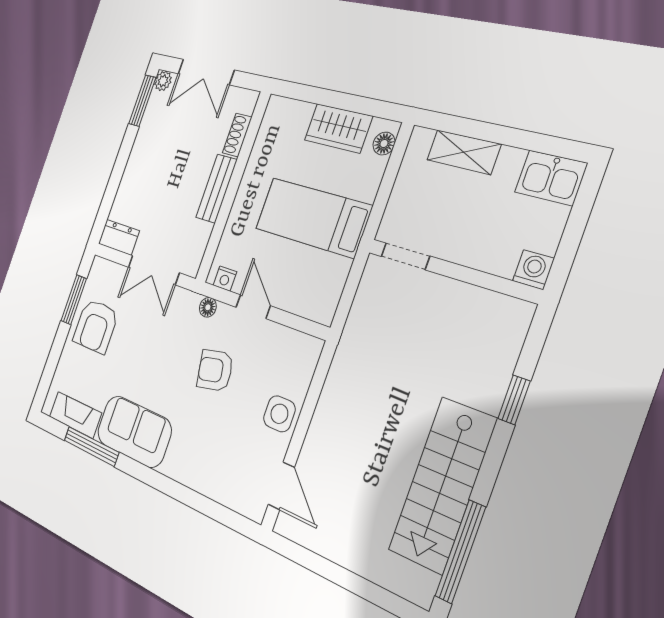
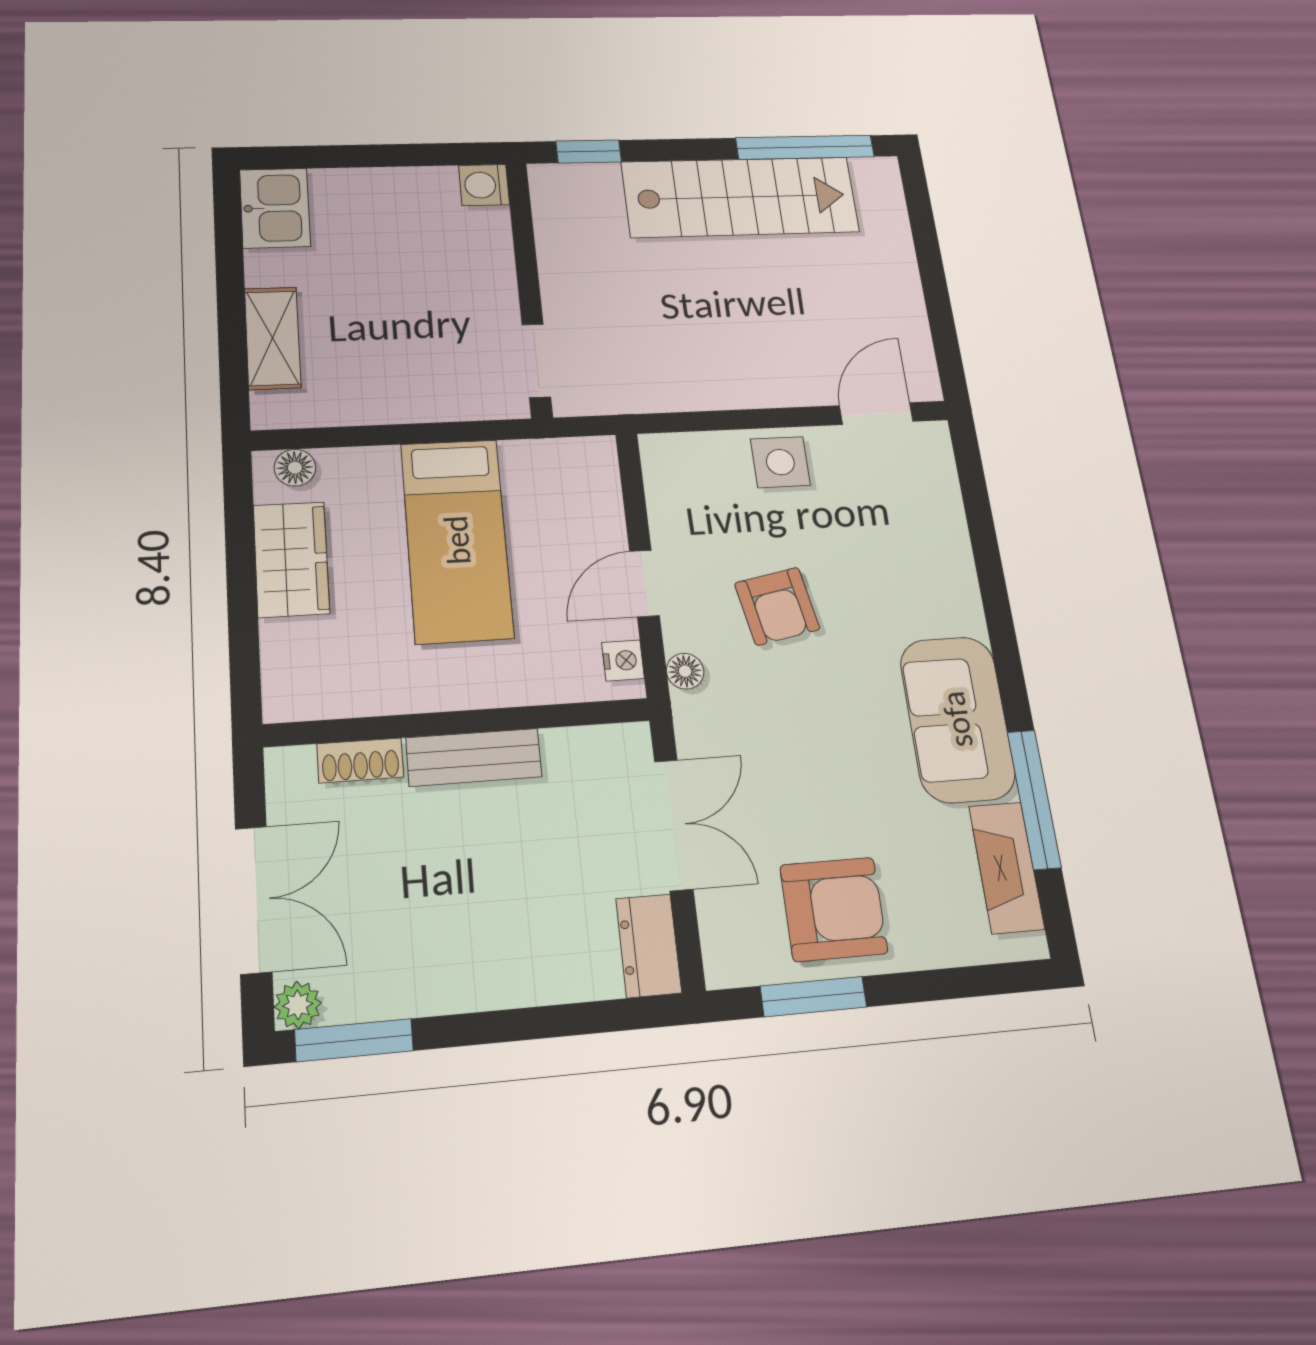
doorway: (405, 256) -> (536, 361), moved
wall: (452, 270) -> (529, 288), moved
washing machine: (533, 270) -> (484, 185), moved

